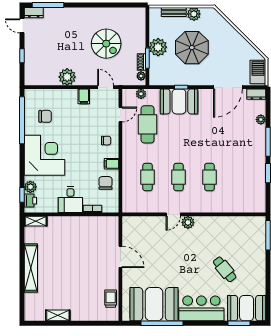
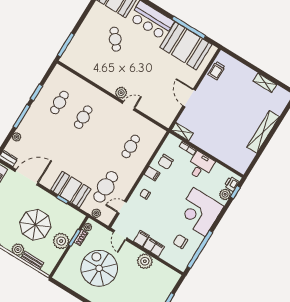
spiral stairs: (106, 44) -> (99, 268), width x1.37, depth x1.37
filing cabinet: (67, 96) -> (154, 247), added
cafe table: (178, 177) -> (59, 103), moved
shelving: (36, 221) -> (182, 132), moved

